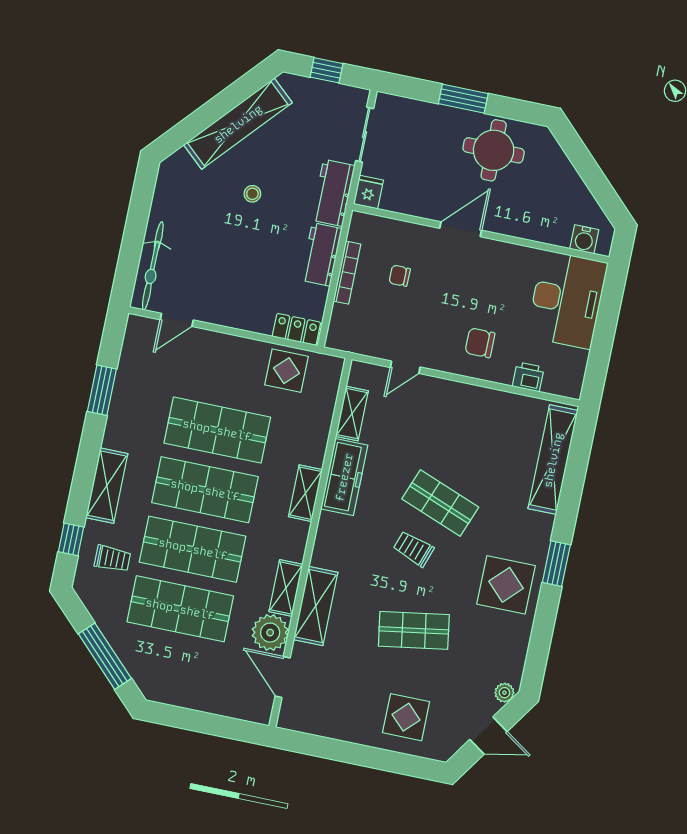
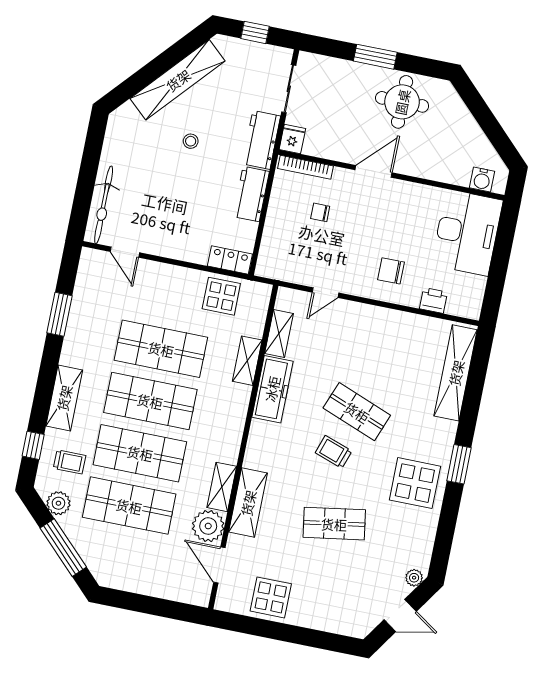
bookcase: (347, 273) -> (306, 167), moved, turned 90
door: (177, 320) -> (125, 252), hinge flipped
shelving: (305, 493) -> (247, 361), moved
plant: (100, 606) -> (58, 503), added
display table: (406, 717) -> (271, 597), moved

